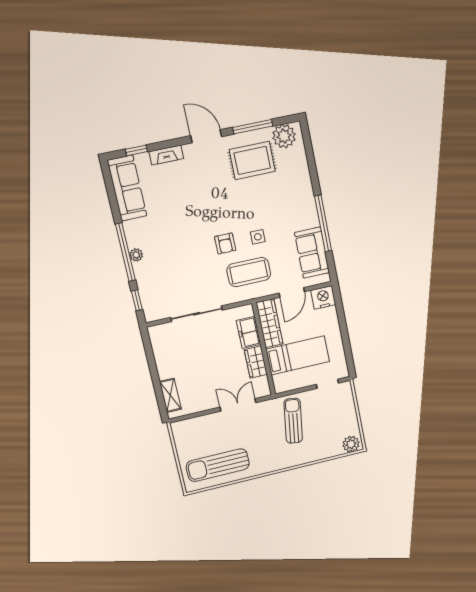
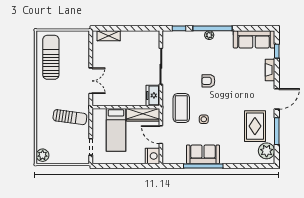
armchair: (225, 243) -> (208, 81), moved
sofa: (312, 253) -> (203, 154), moved
freezer: (249, 332) -> (153, 95), moved, turned -90
wardrobe: (256, 362) -> (118, 100), removed

